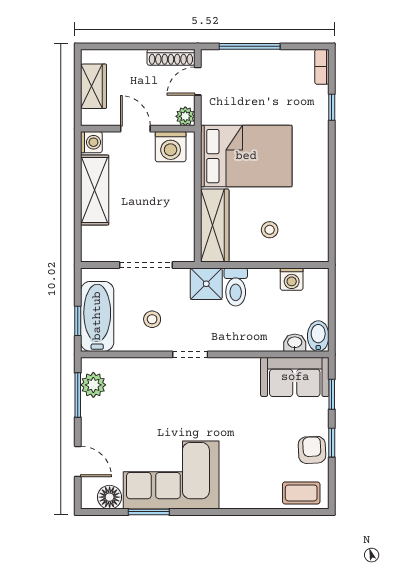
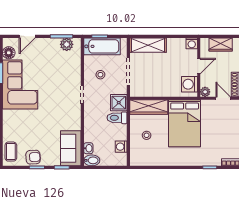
shelving: (95, 190) -> (148, 45), moved

